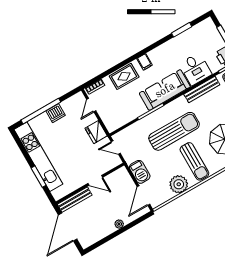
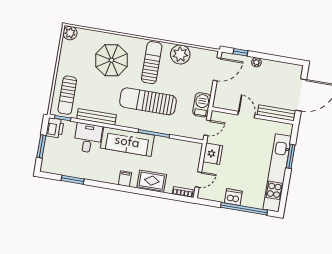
door: (116, 147) -> (207, 128), hinge flipped
barbecue: (140, 172) -> (202, 105), moved
window: (137, 222) -> (240, 52), added

